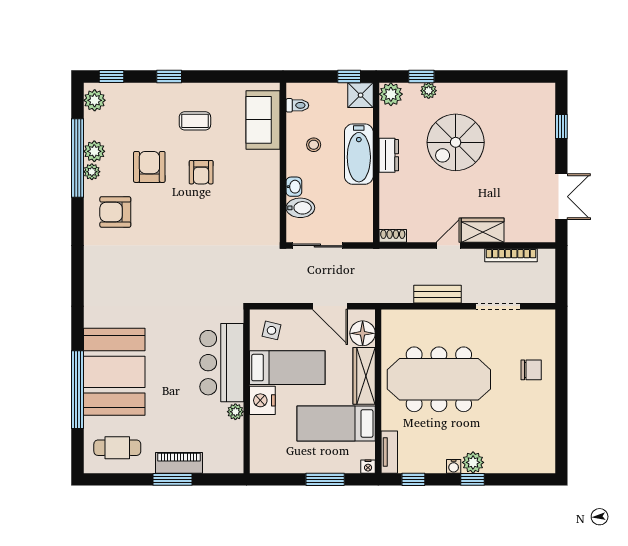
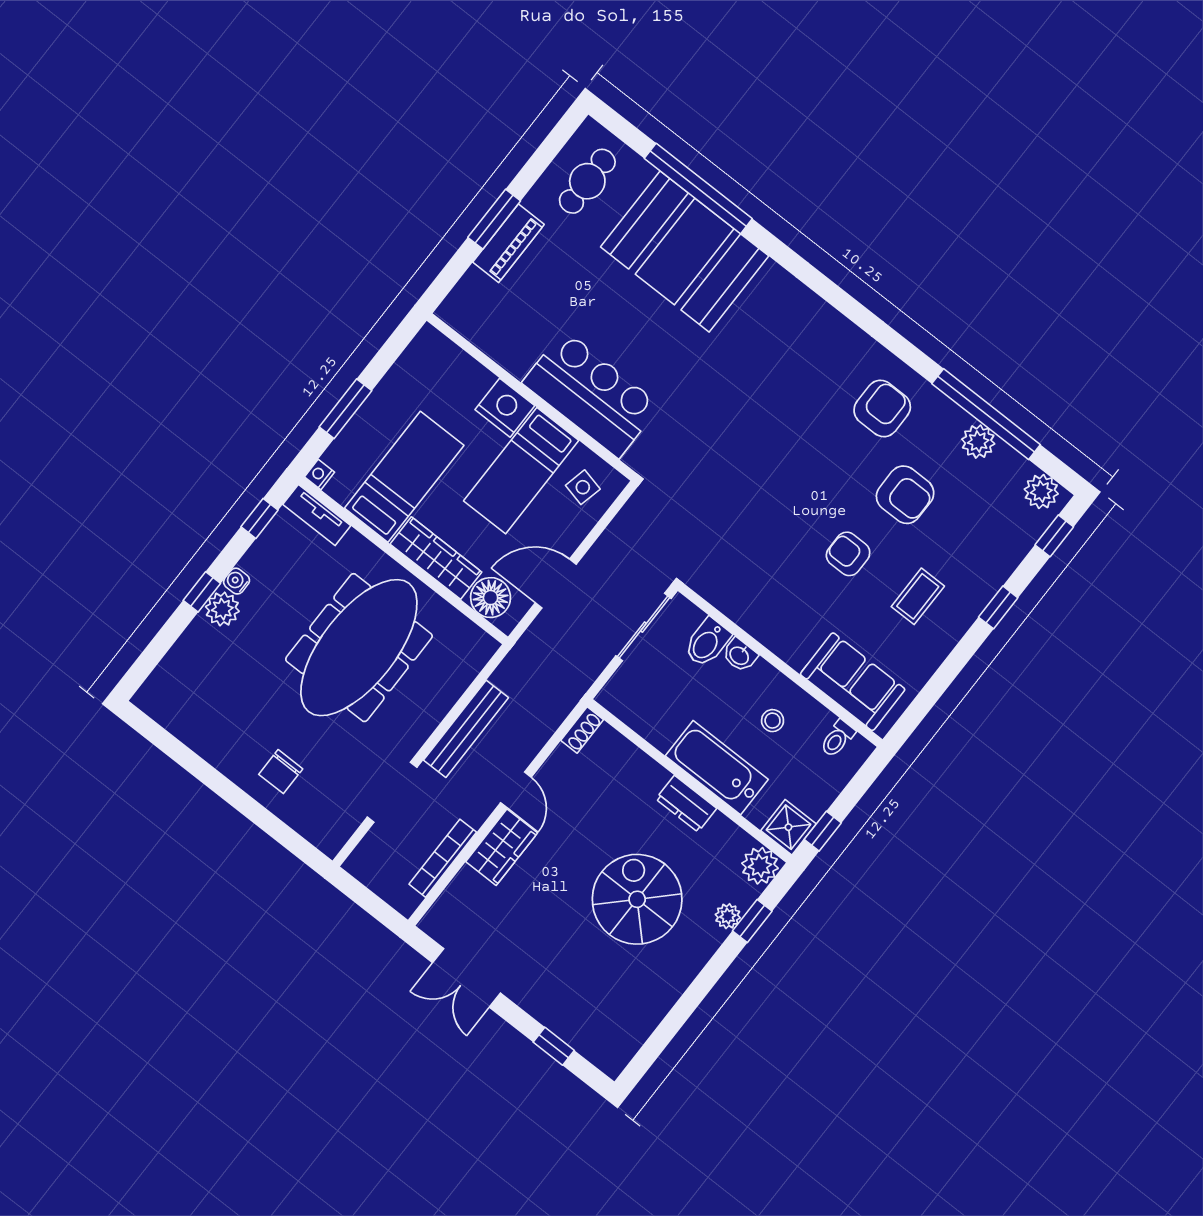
plant: (92, 172) -> (955, 419), removed
bench: (437, 294) -> (466, 729), width x1.36
plant: (235, 412) -> (517, 363), removed

